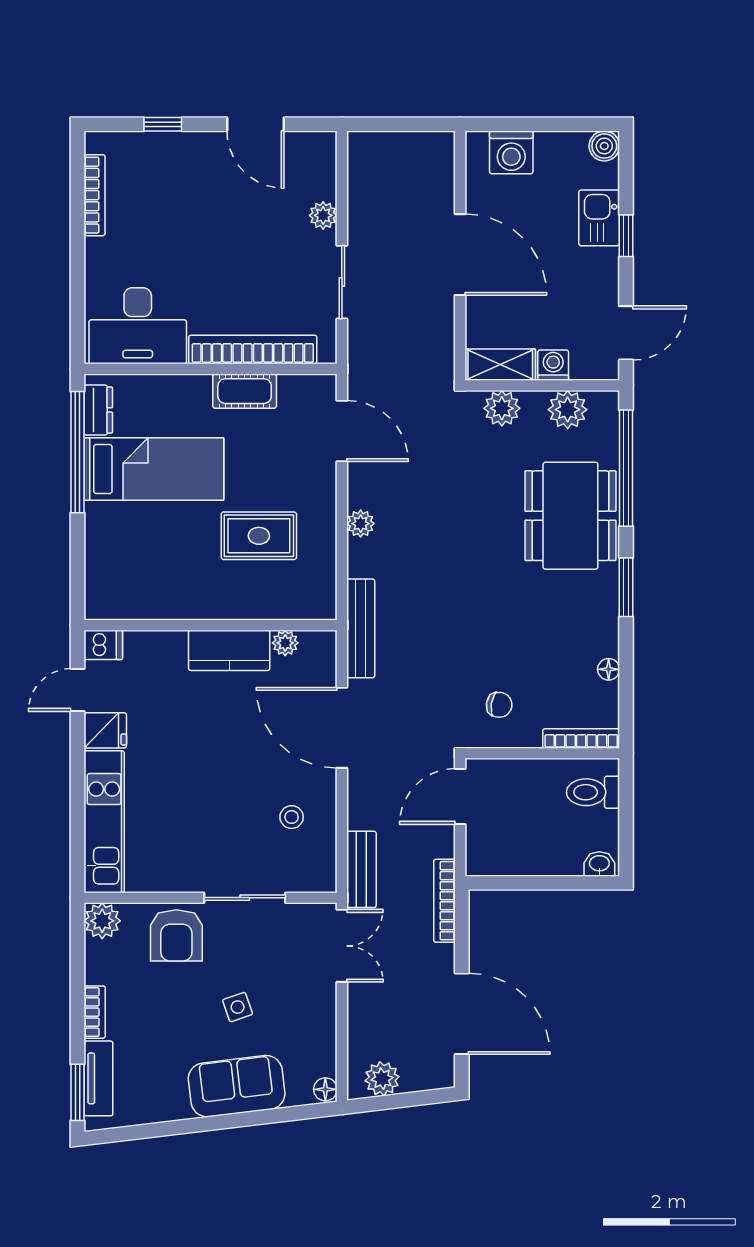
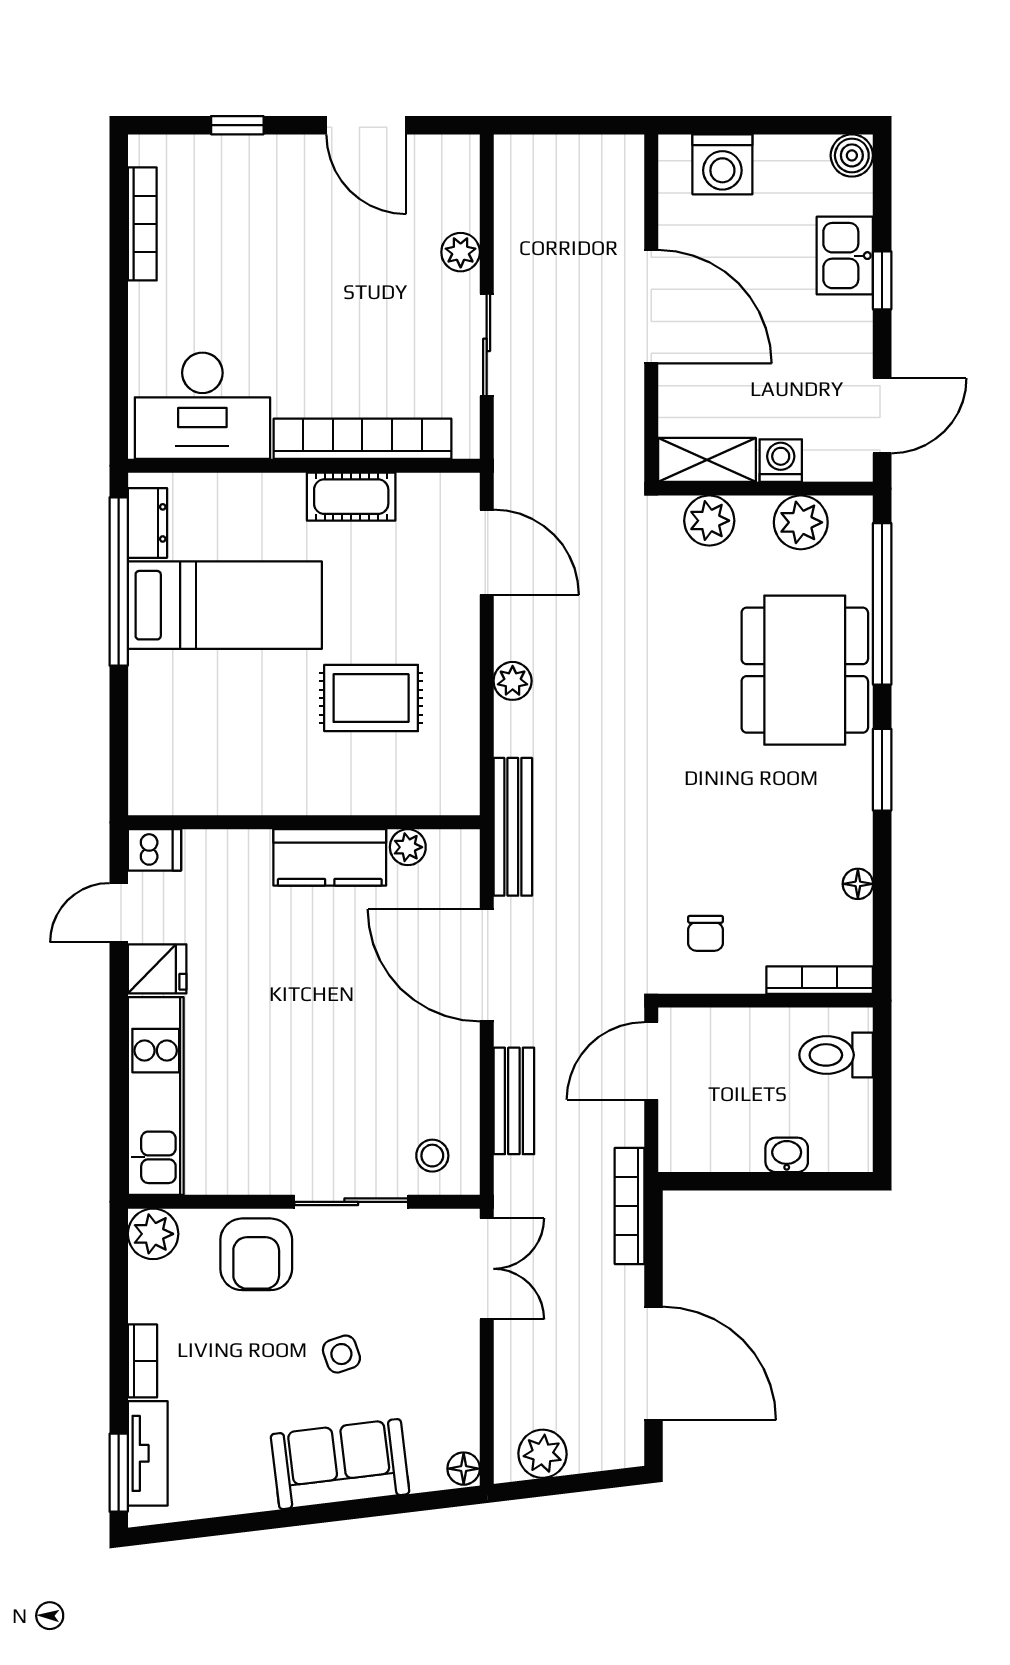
chair: (499, 705) -> (706, 933), turned 81
stool: (292, 817) -> (432, 1156), moved
washbasin: (599, 864) -> (787, 1155), moved
bench: (361, 869) -> (514, 1101), moved

